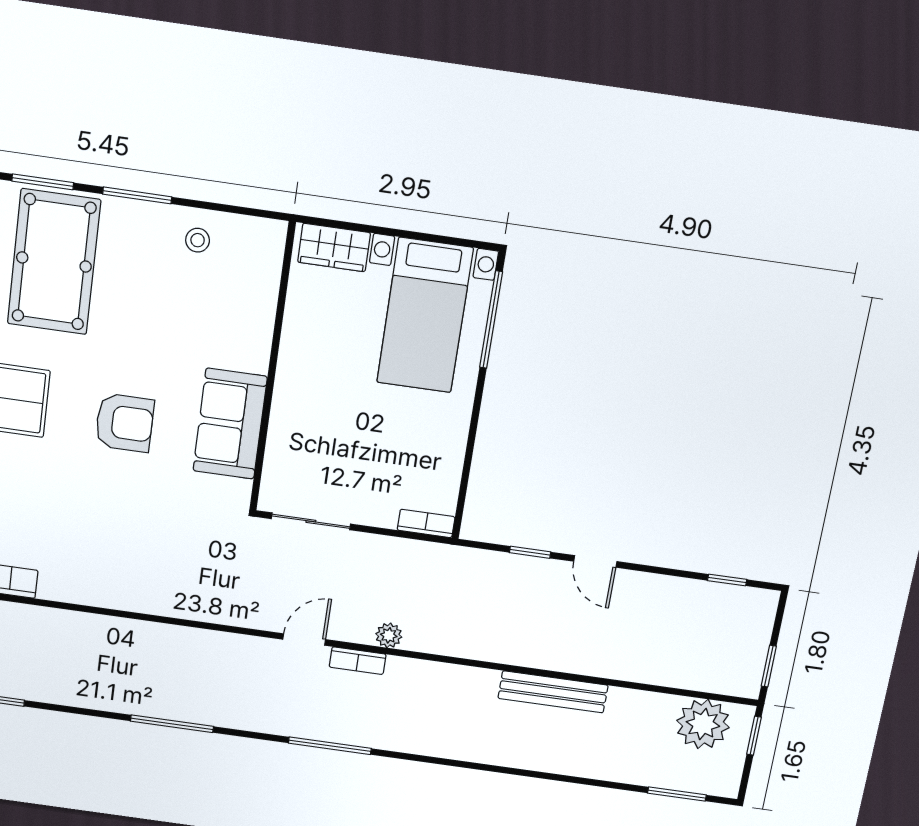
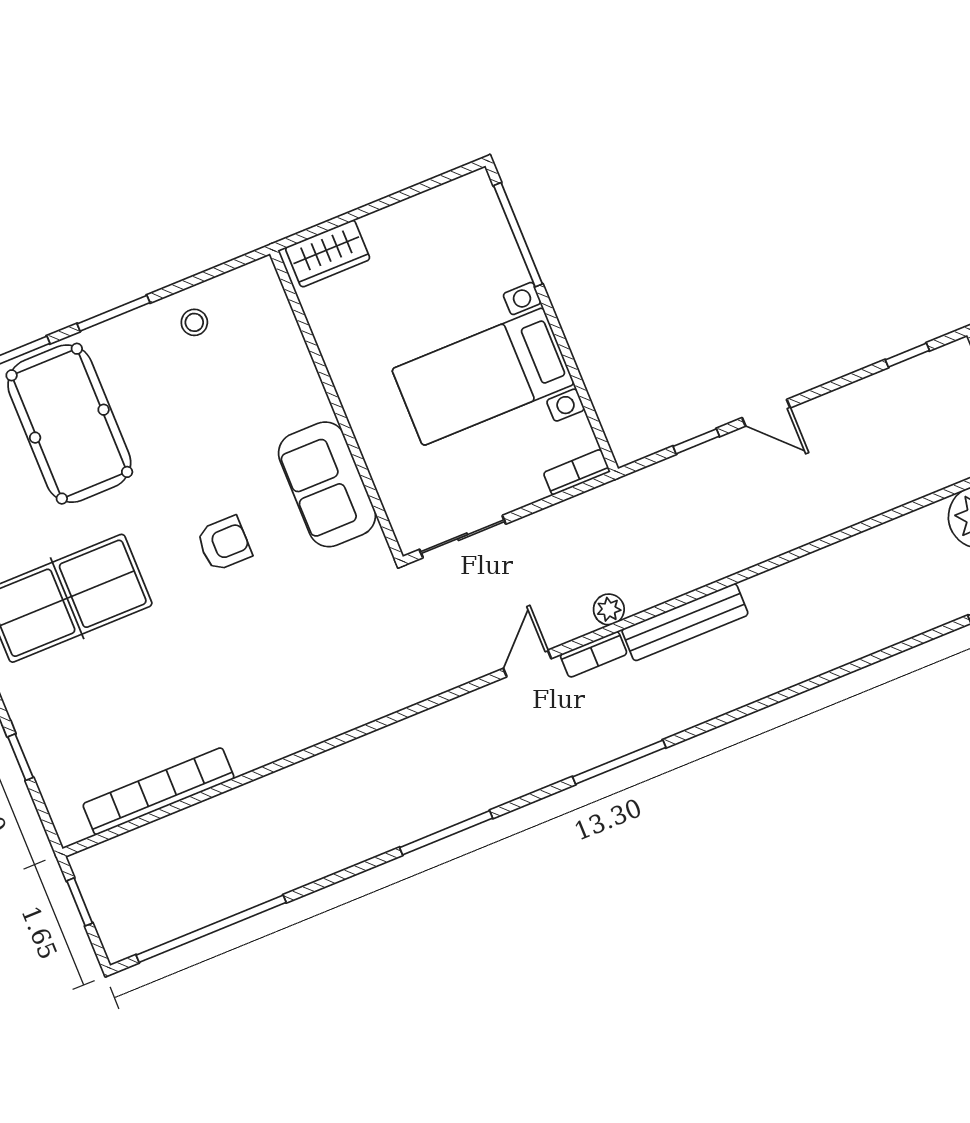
bed with nightstands: (425, 315) -> (483, 377), moved, turned 90
armchair: (125, 423) -> (224, 544), width x0.72, depth x0.72
bench: (553, 692) -> (685, 622), moved

